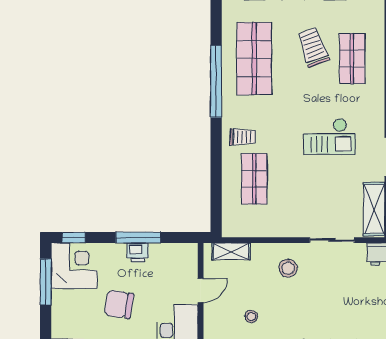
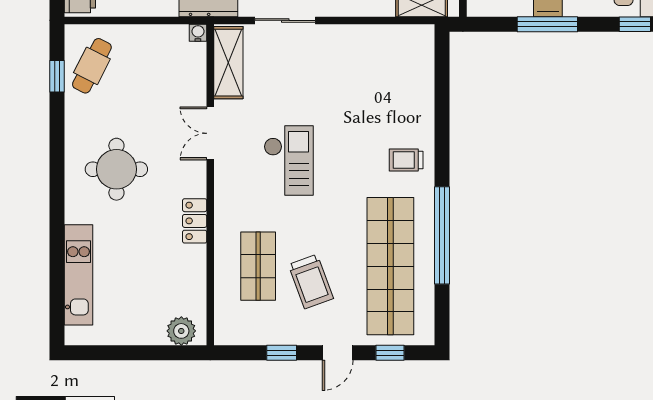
shop shelf: (254, 59) -> (390, 266), width x1.40
checkout: (329, 137) -> (289, 161), turned 90
shop shelf: (254, 179) -> (390, 103), removed

